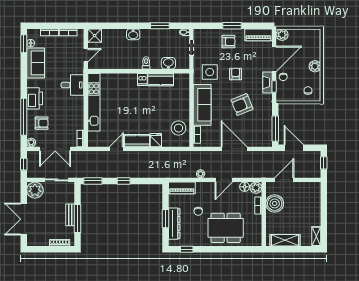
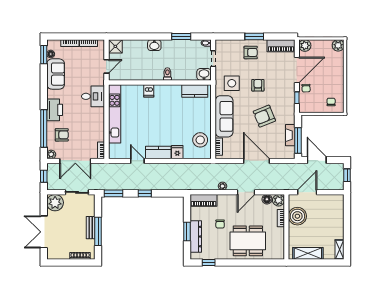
washbasin: (168, 63) -> (204, 74), moved
plant: (315, 66) -> (338, 45), moved
dishwasher: (142, 79) -> (149, 91), moved
kitchen counter: (161, 80) -> (195, 91), moved
fireplace: (268, 82) -> (290, 135), moved
door: (116, 149) -> (137, 161), hinge flipped

